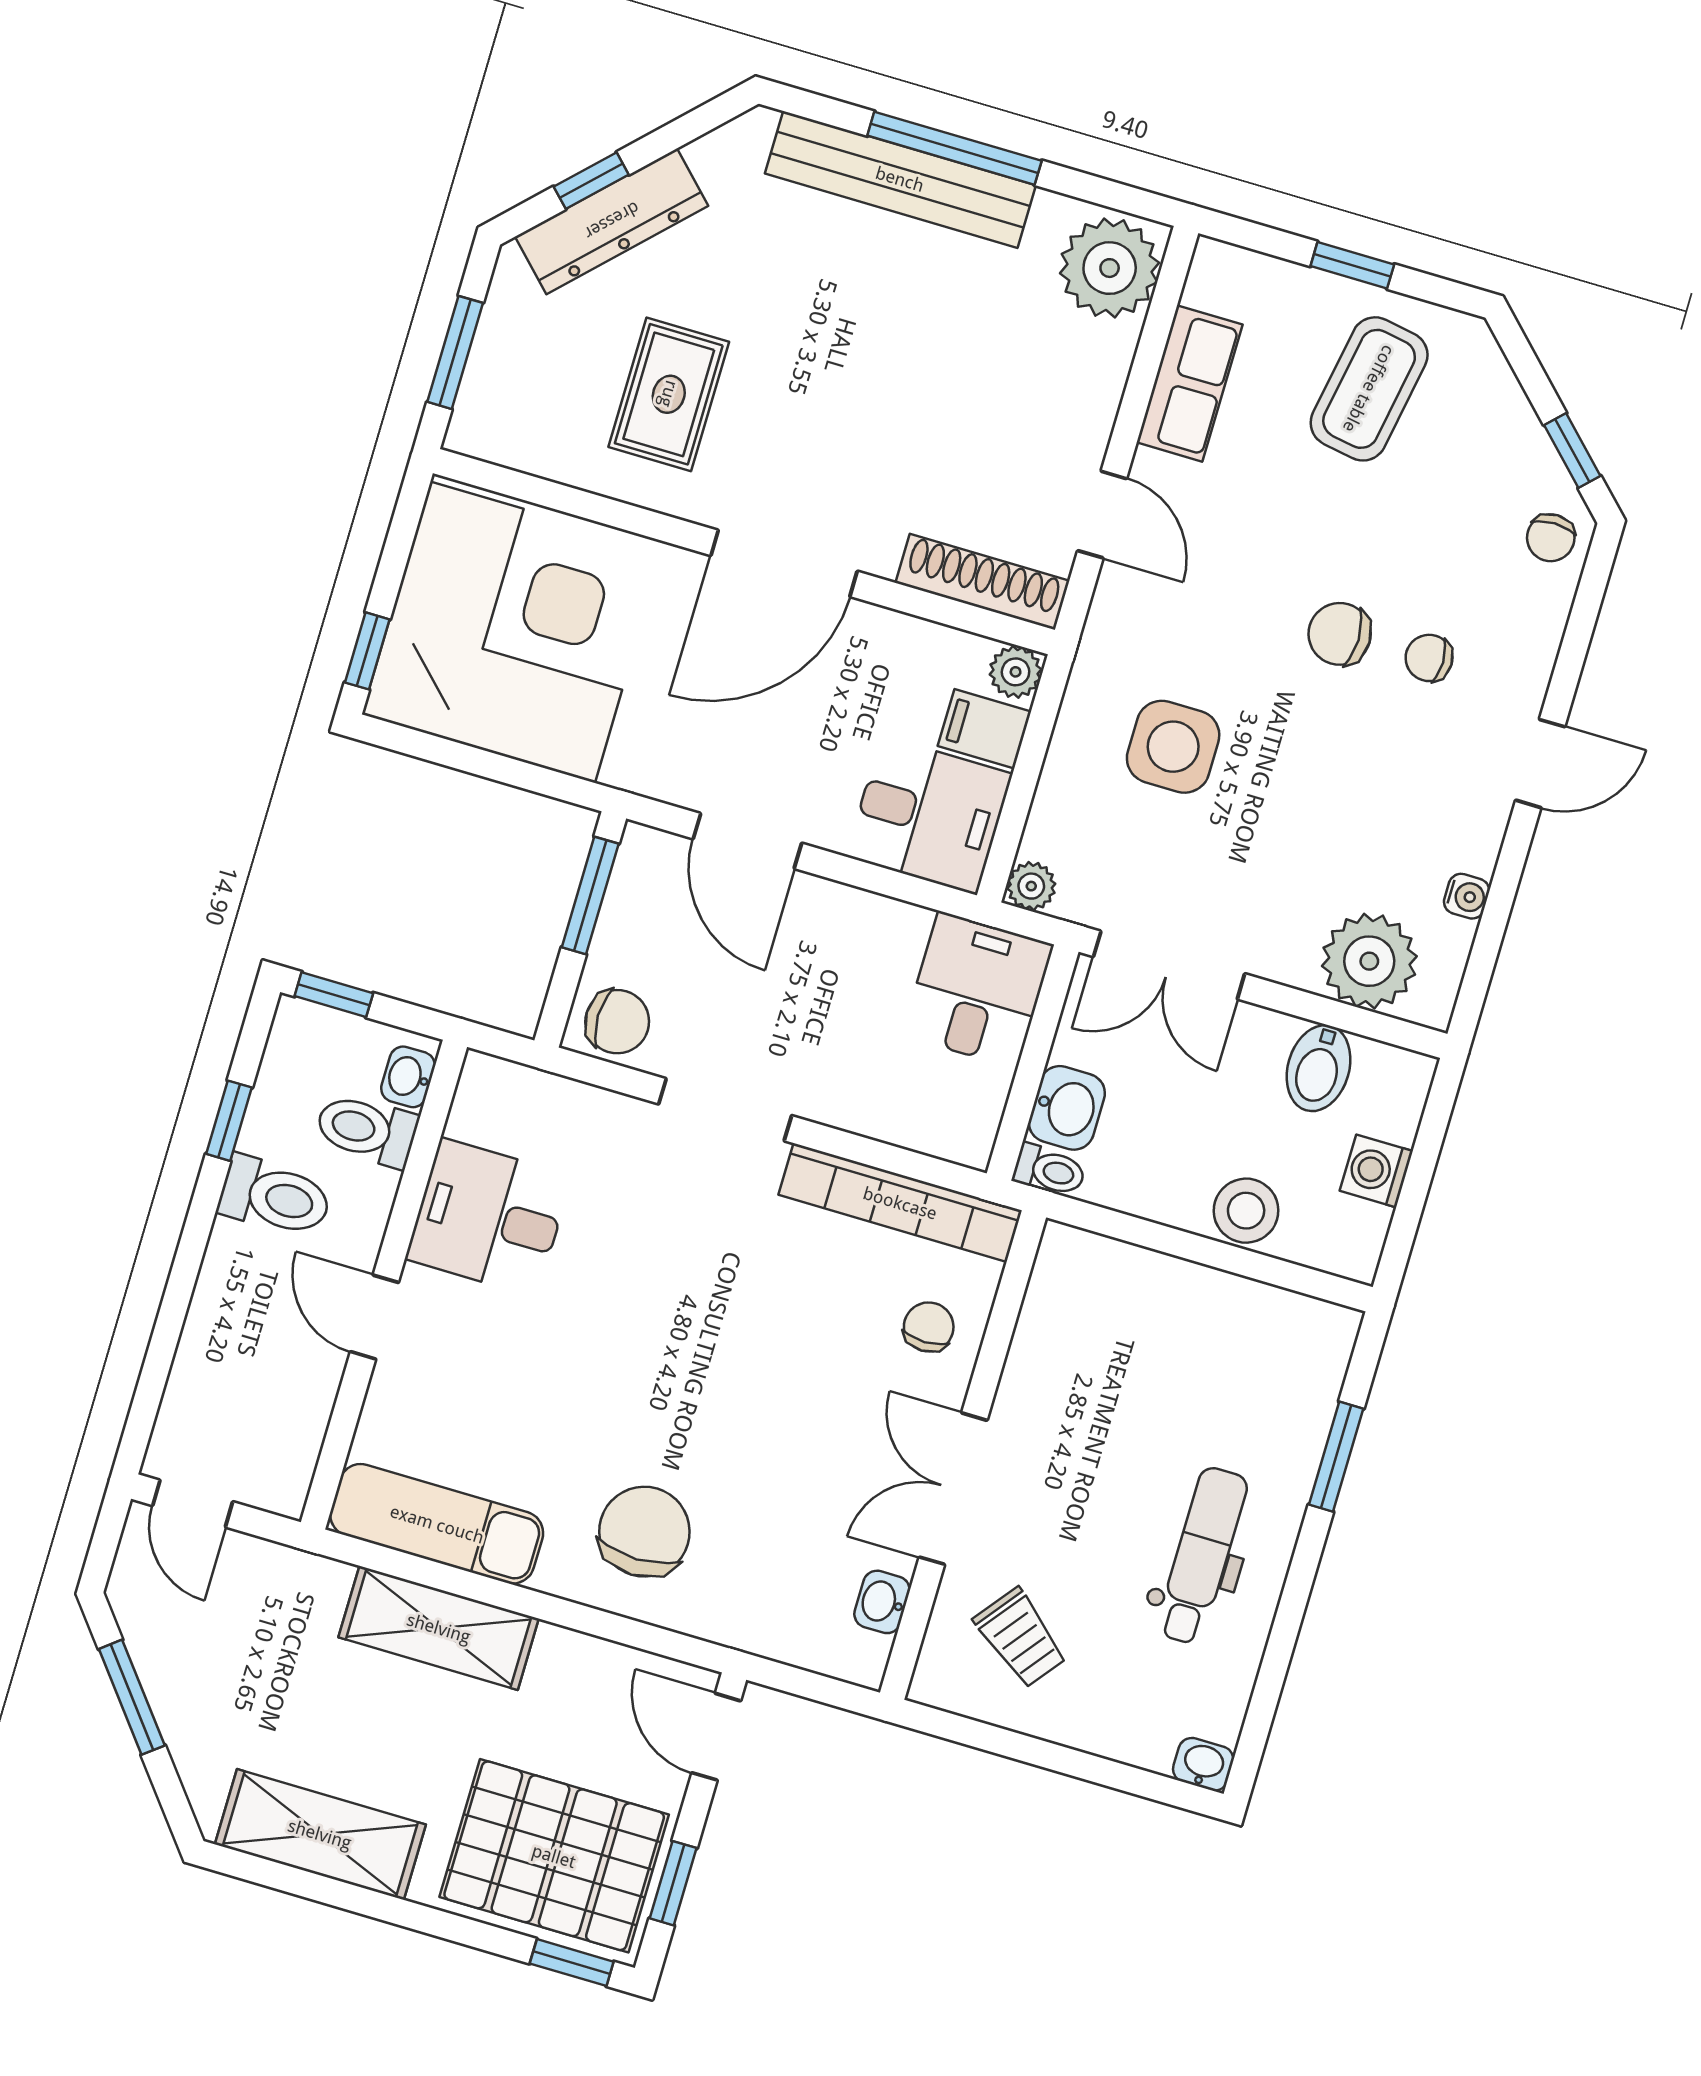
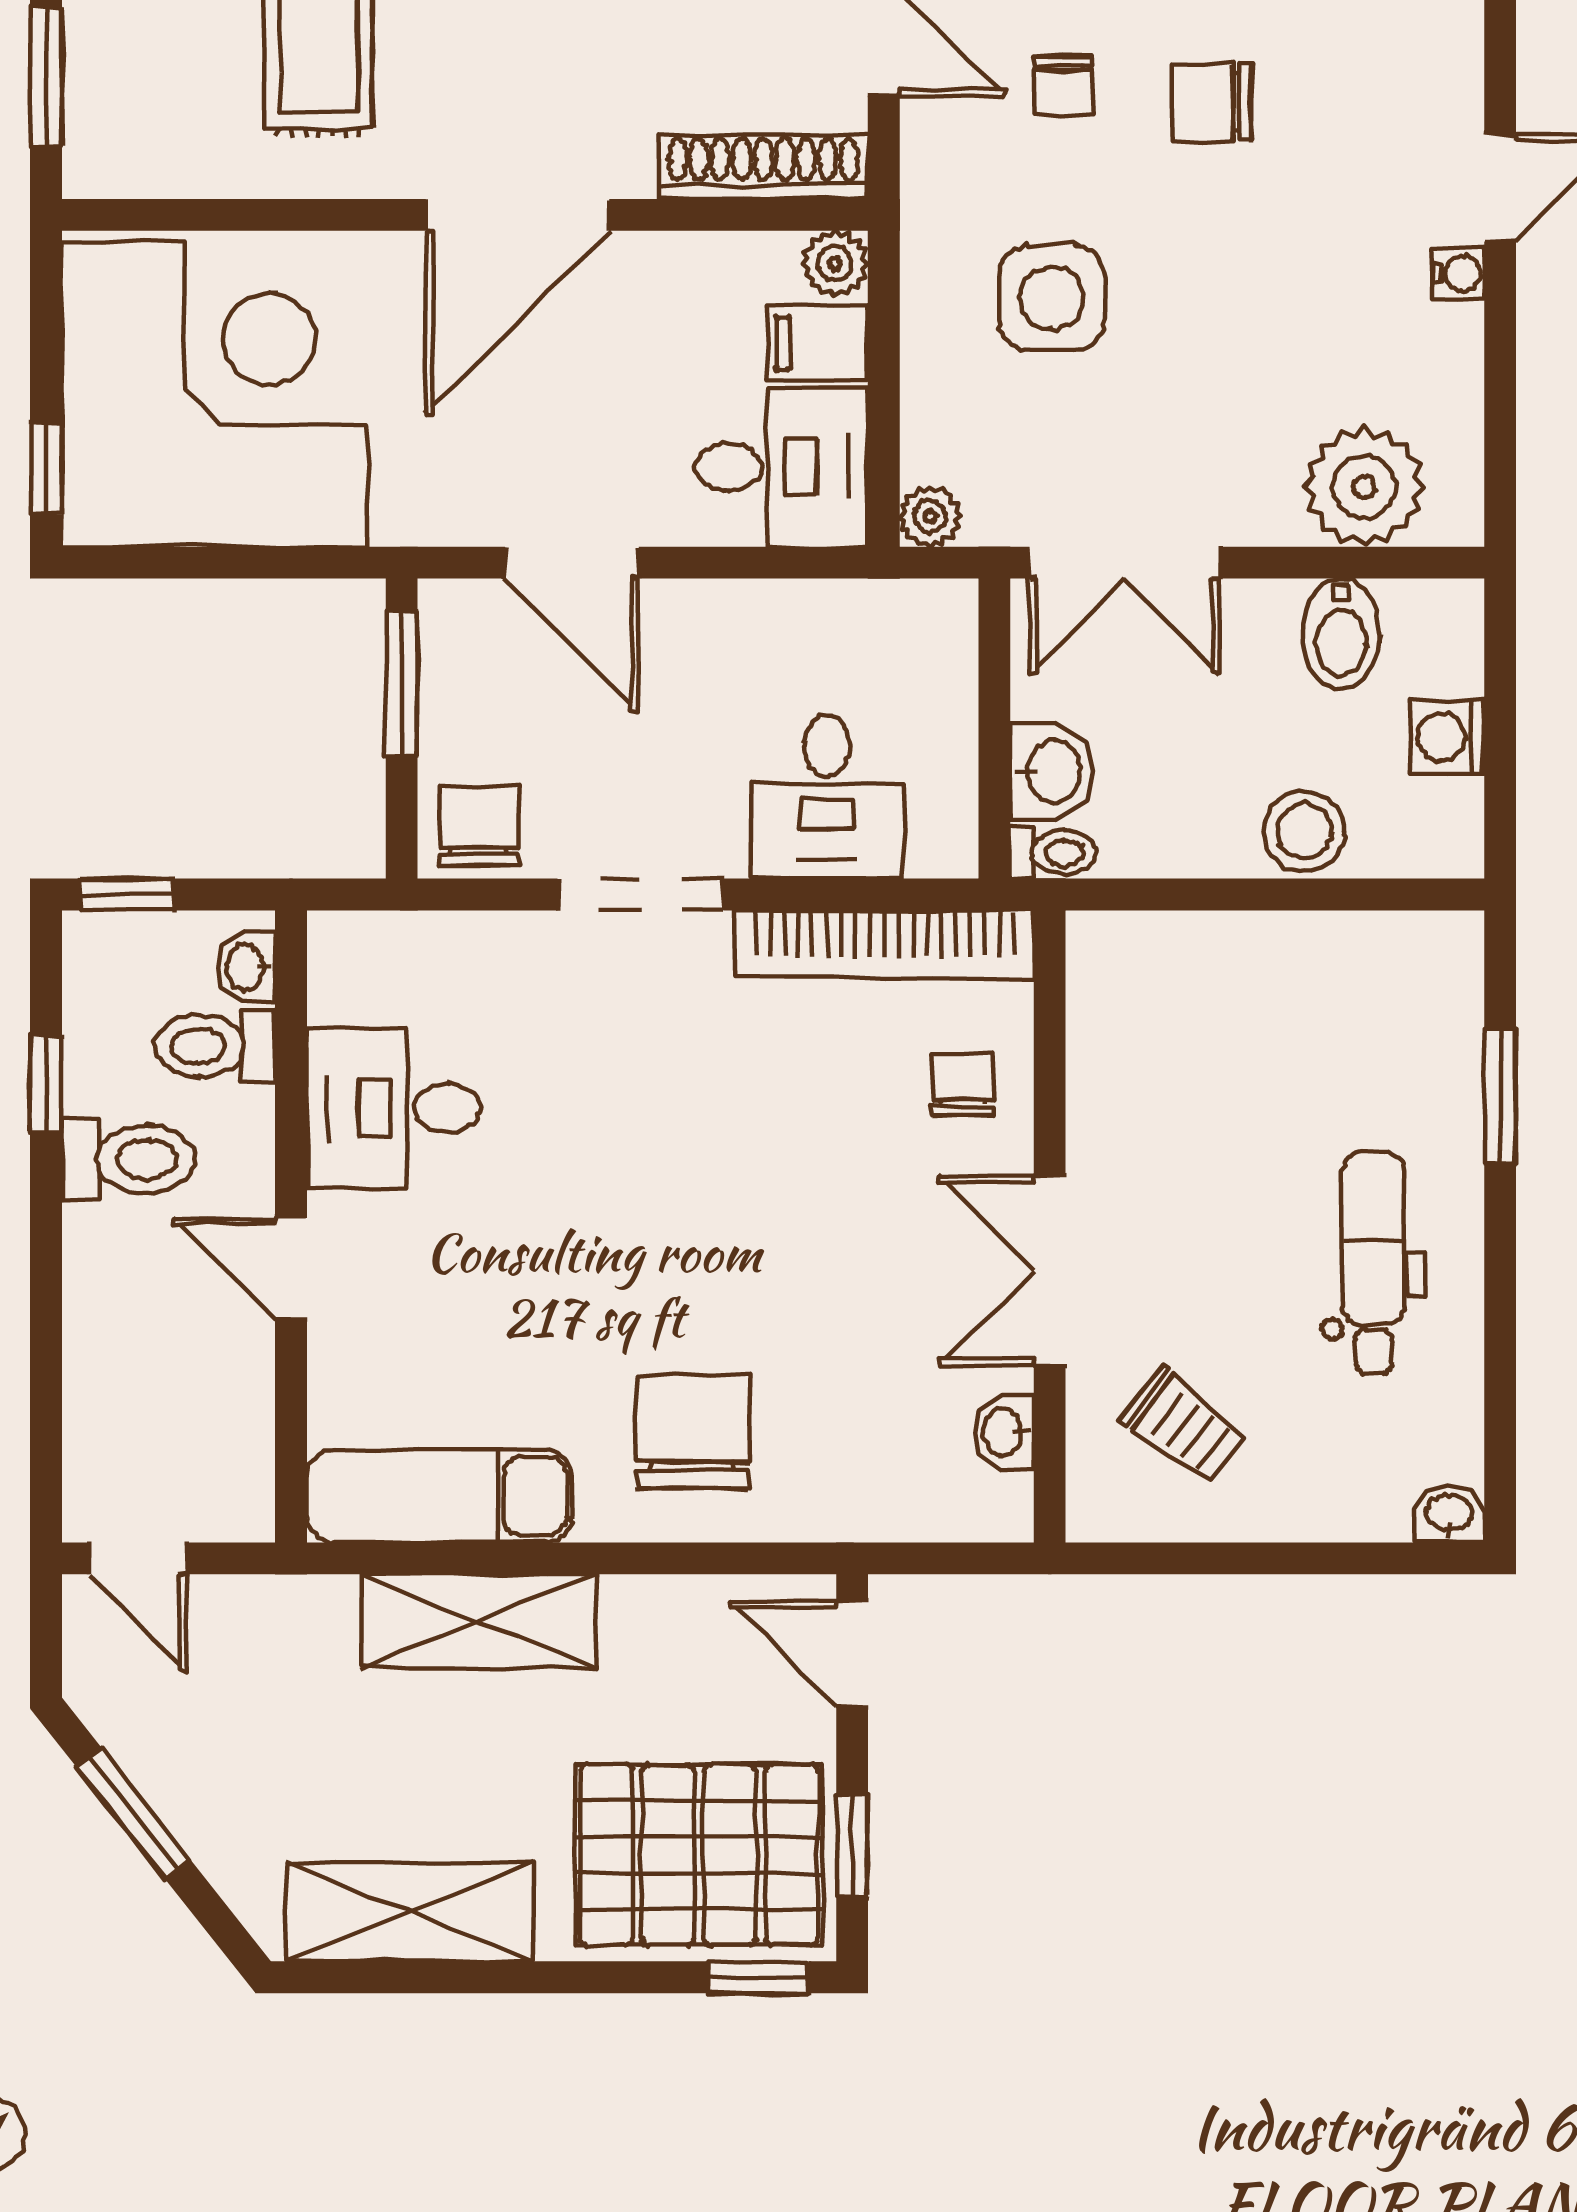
chair: (1429, 658) -> (1063, 85), moved, turned -90
water cooler: (1467, 896) -> (1459, 273), moved
desk: (978, 990) -> (827, 797), moved, turned 180
chair: (617, 1022) -> (479, 827), turned -90

